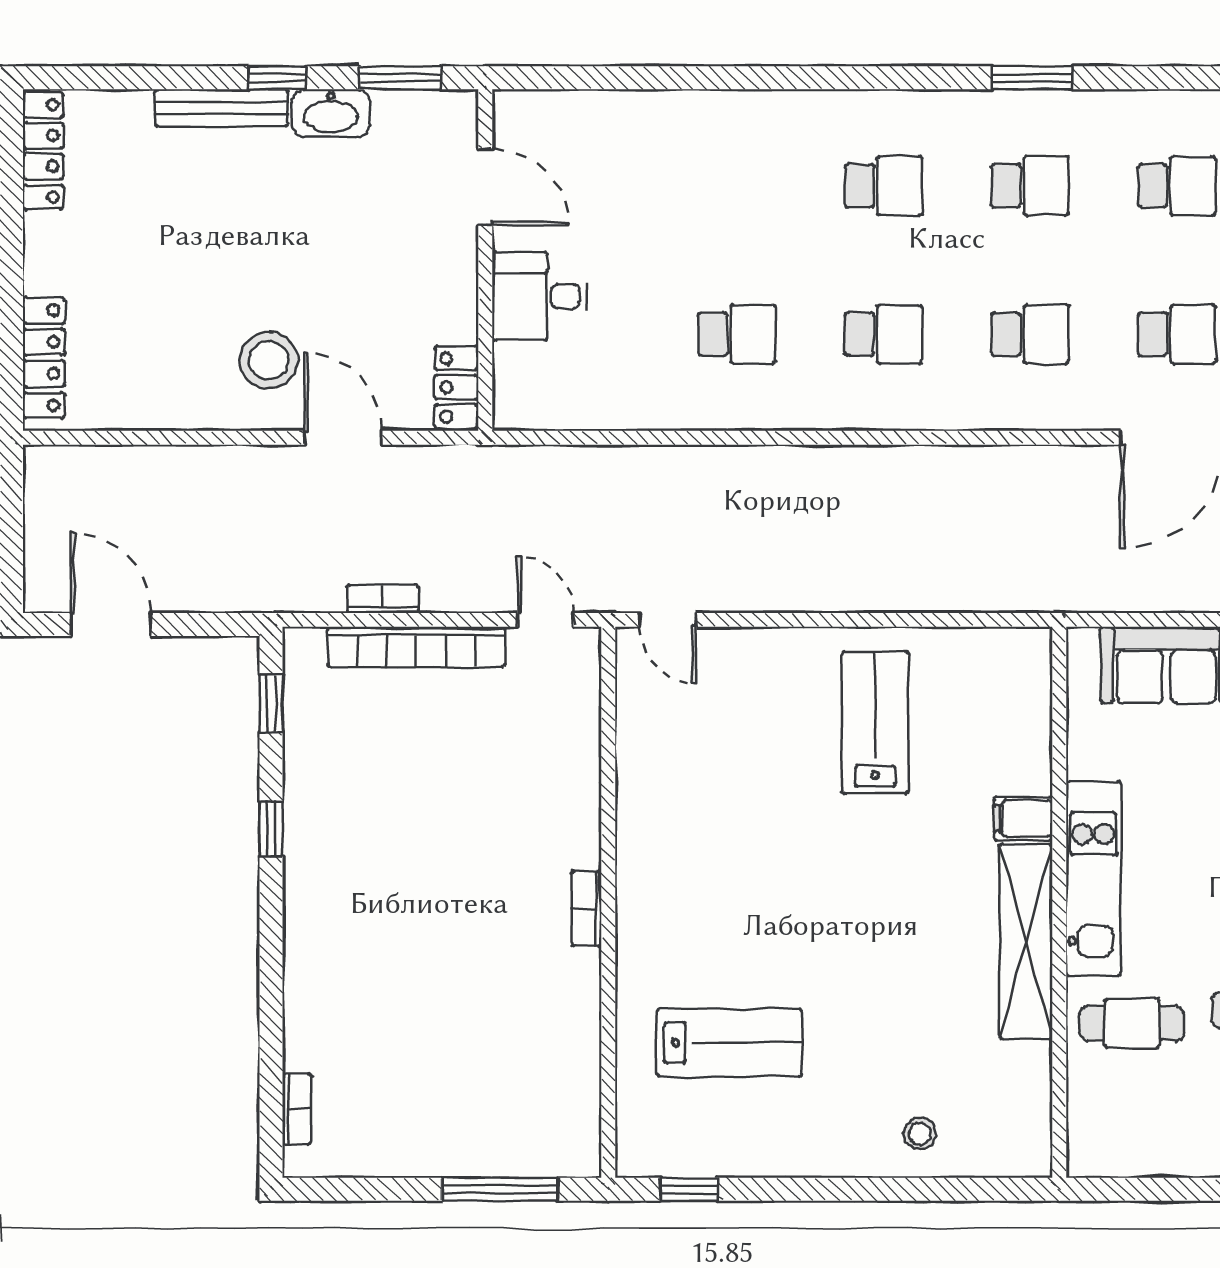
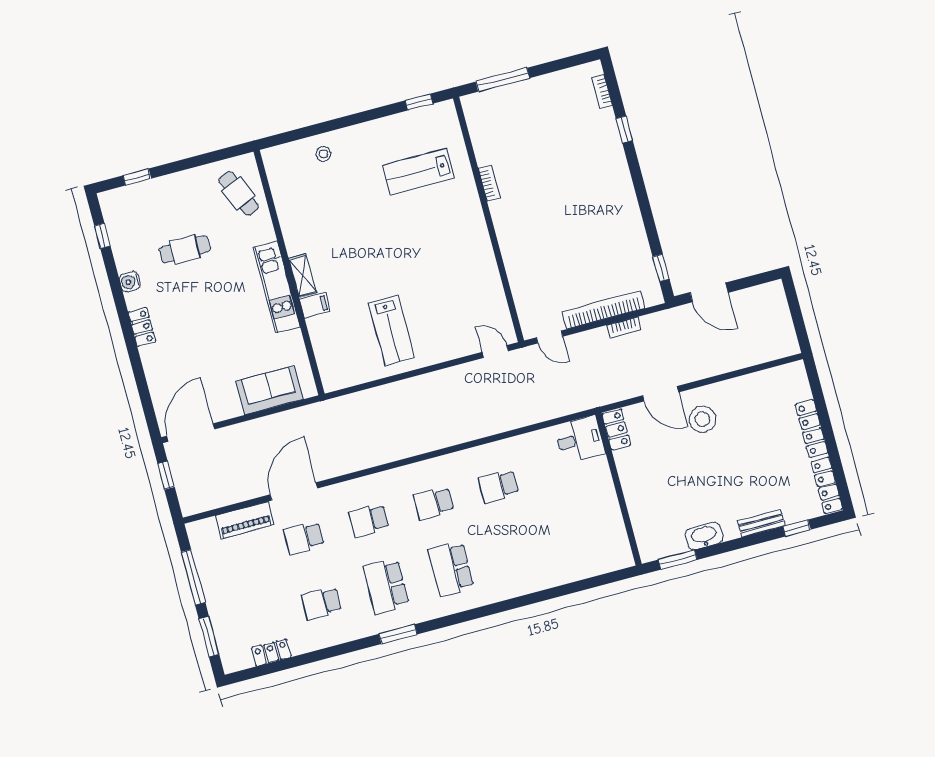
window: (277, 78) -> (797, 528), moved
bench: (221, 108) -> (761, 523), width x0.73
school desk: (883, 186) -> (451, 569), width x1.85
school desk: (1030, 186) -> (386, 586), width x1.85
door: (485, 187) -> (627, 521), removed
desk: (540, 296) -> (580, 439), moved
locker: (44, 358) -> (812, 429), moved
door: (111, 624) -> (709, 292), moved
window: (271, 829) -> (624, 129), moved
bookcase: (586, 908) -> (489, 183), moved
shelving: (1026, 941) -> (303, 276), width x0.45, depth x0.75
cafe table: (1132, 1023) -> (239, 193), moved, turned 66

